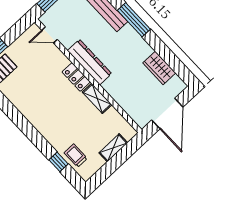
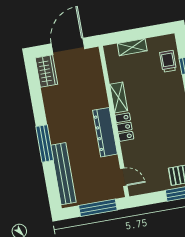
wardrobe: (159, 68) -> (46, 71), moved
trolley: (76, 156) -> (168, 61), turned 180

